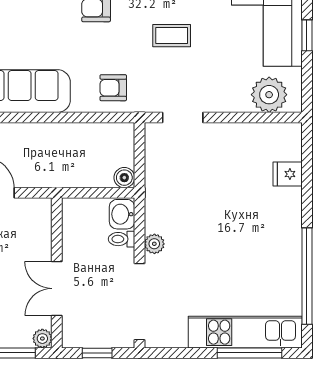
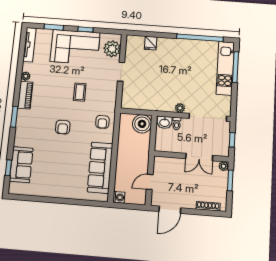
doorway: (183, 117) -> (121, 72), moved
boiler: (124, 178) -> (142, 124), width x1.86, depth x1.86

